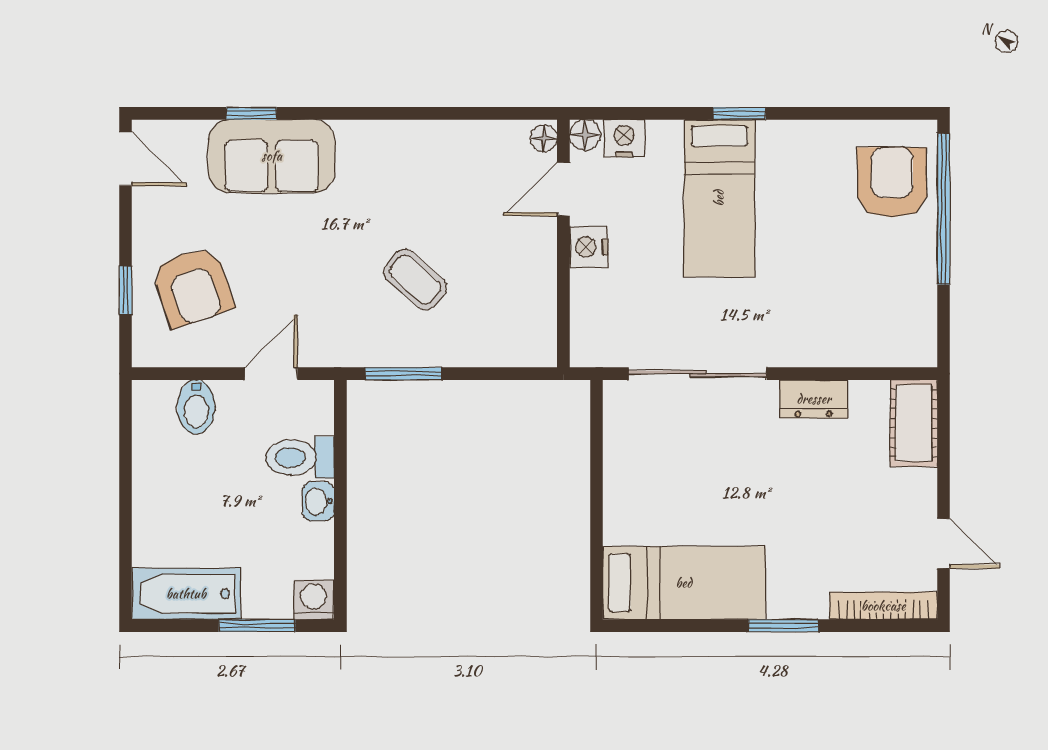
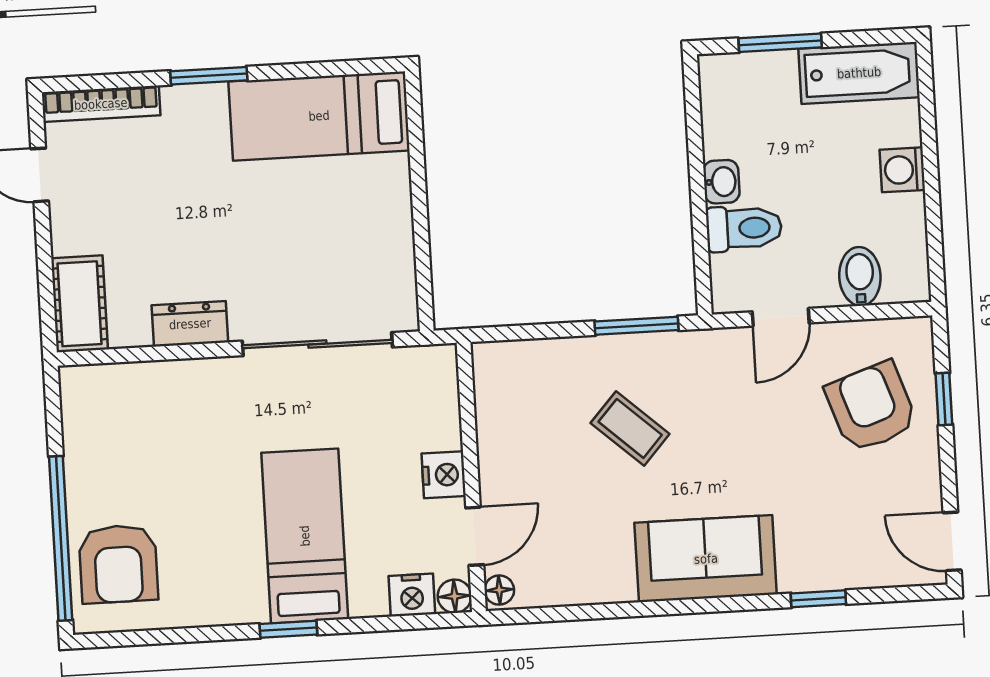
sofa: (272, 156) -> (706, 559), moved
washing machine: (314, 600) -> (902, 170), moved, turned 90

